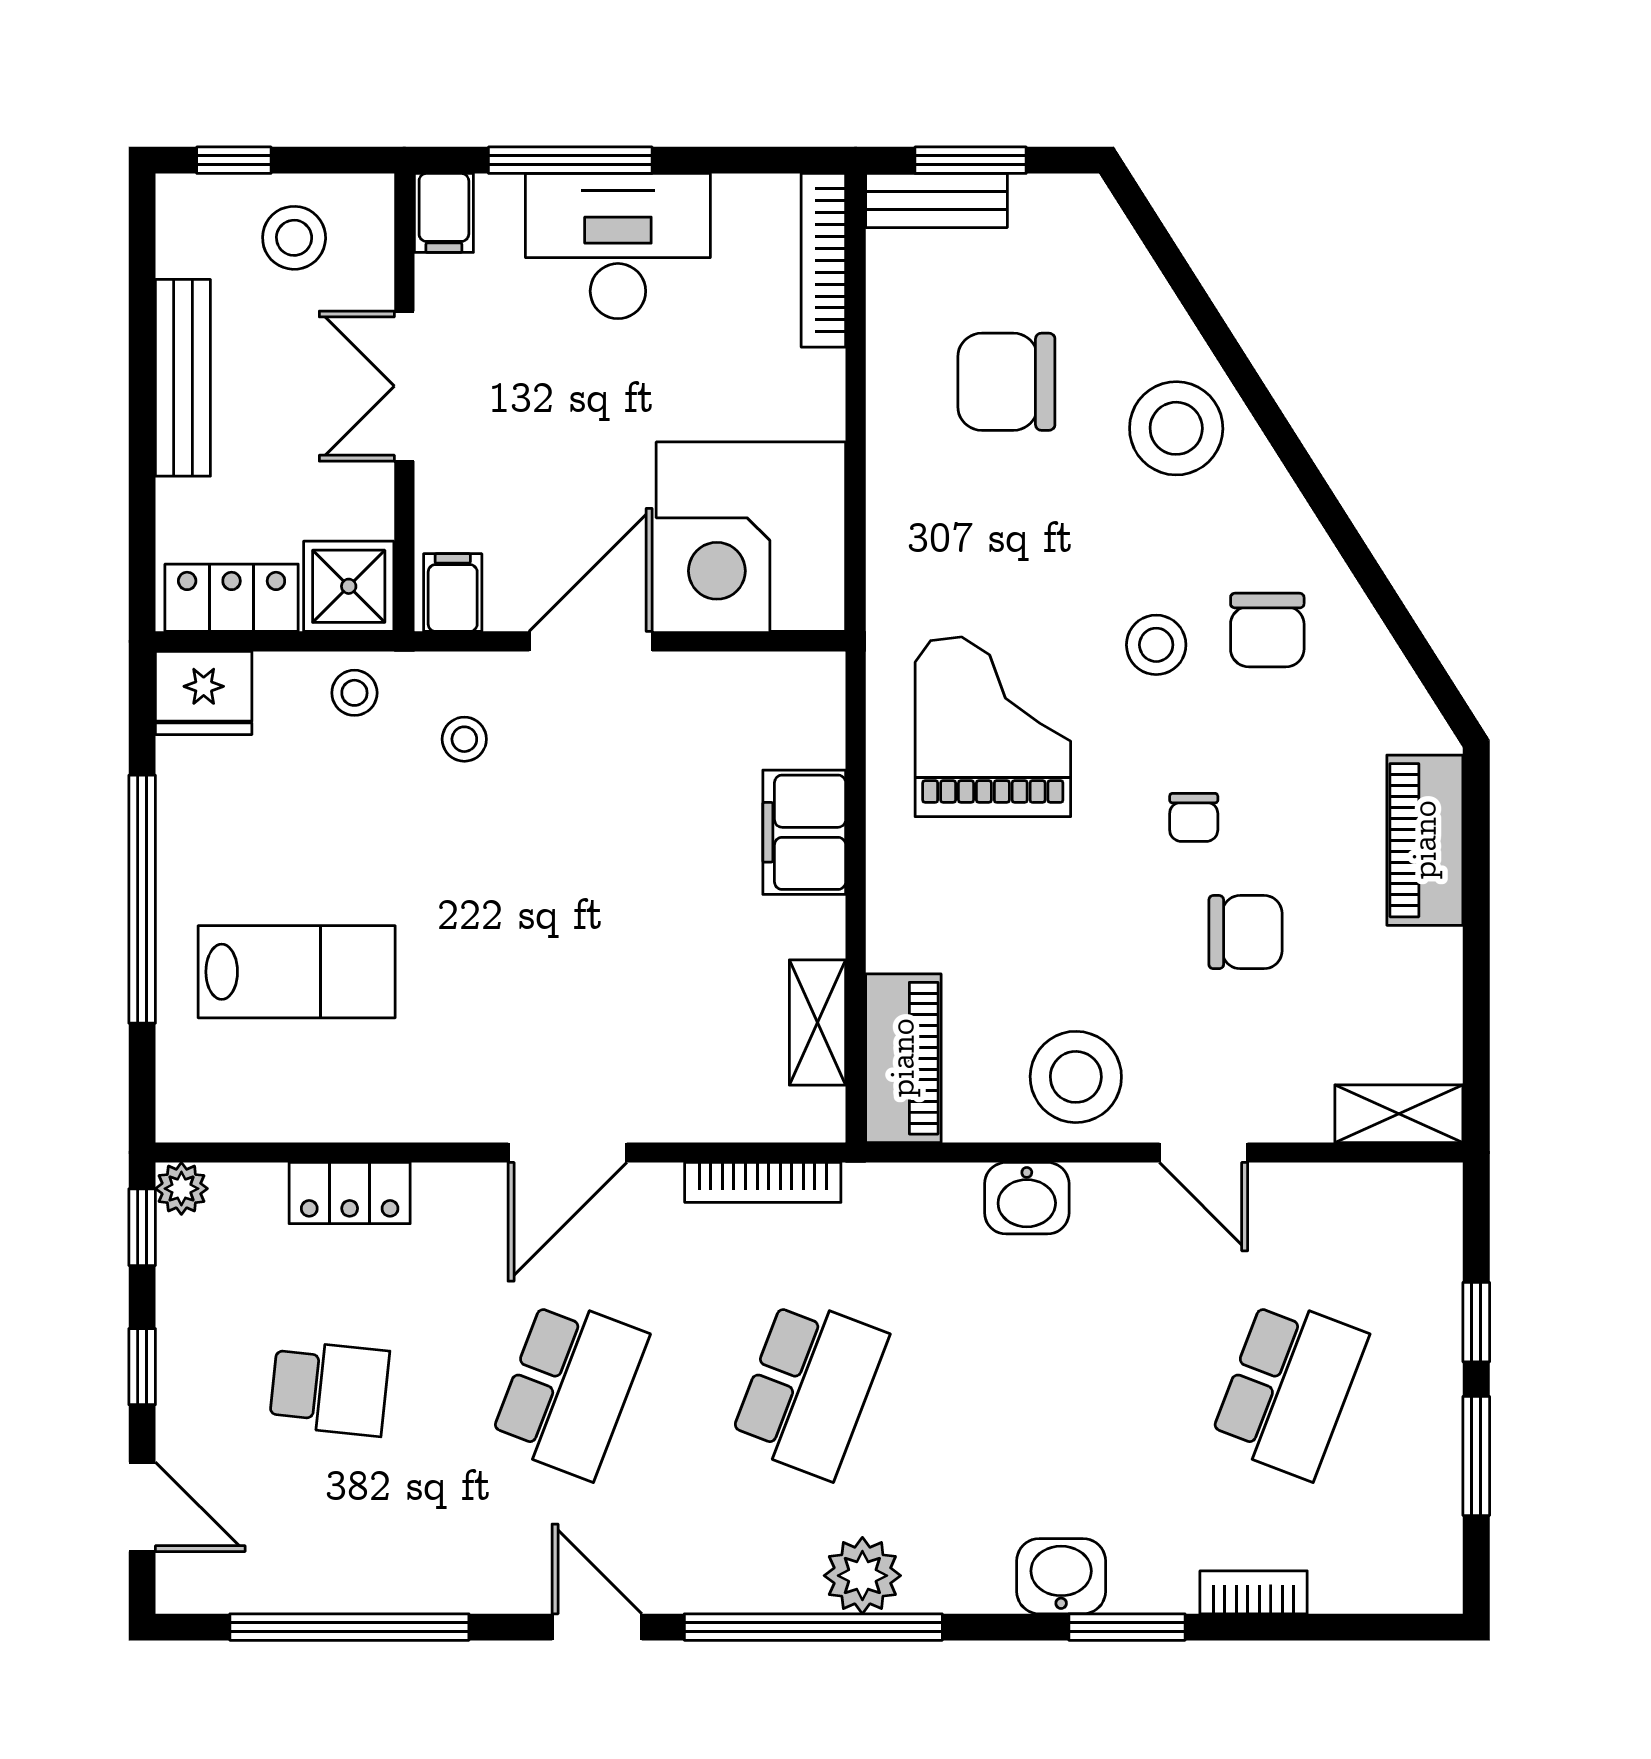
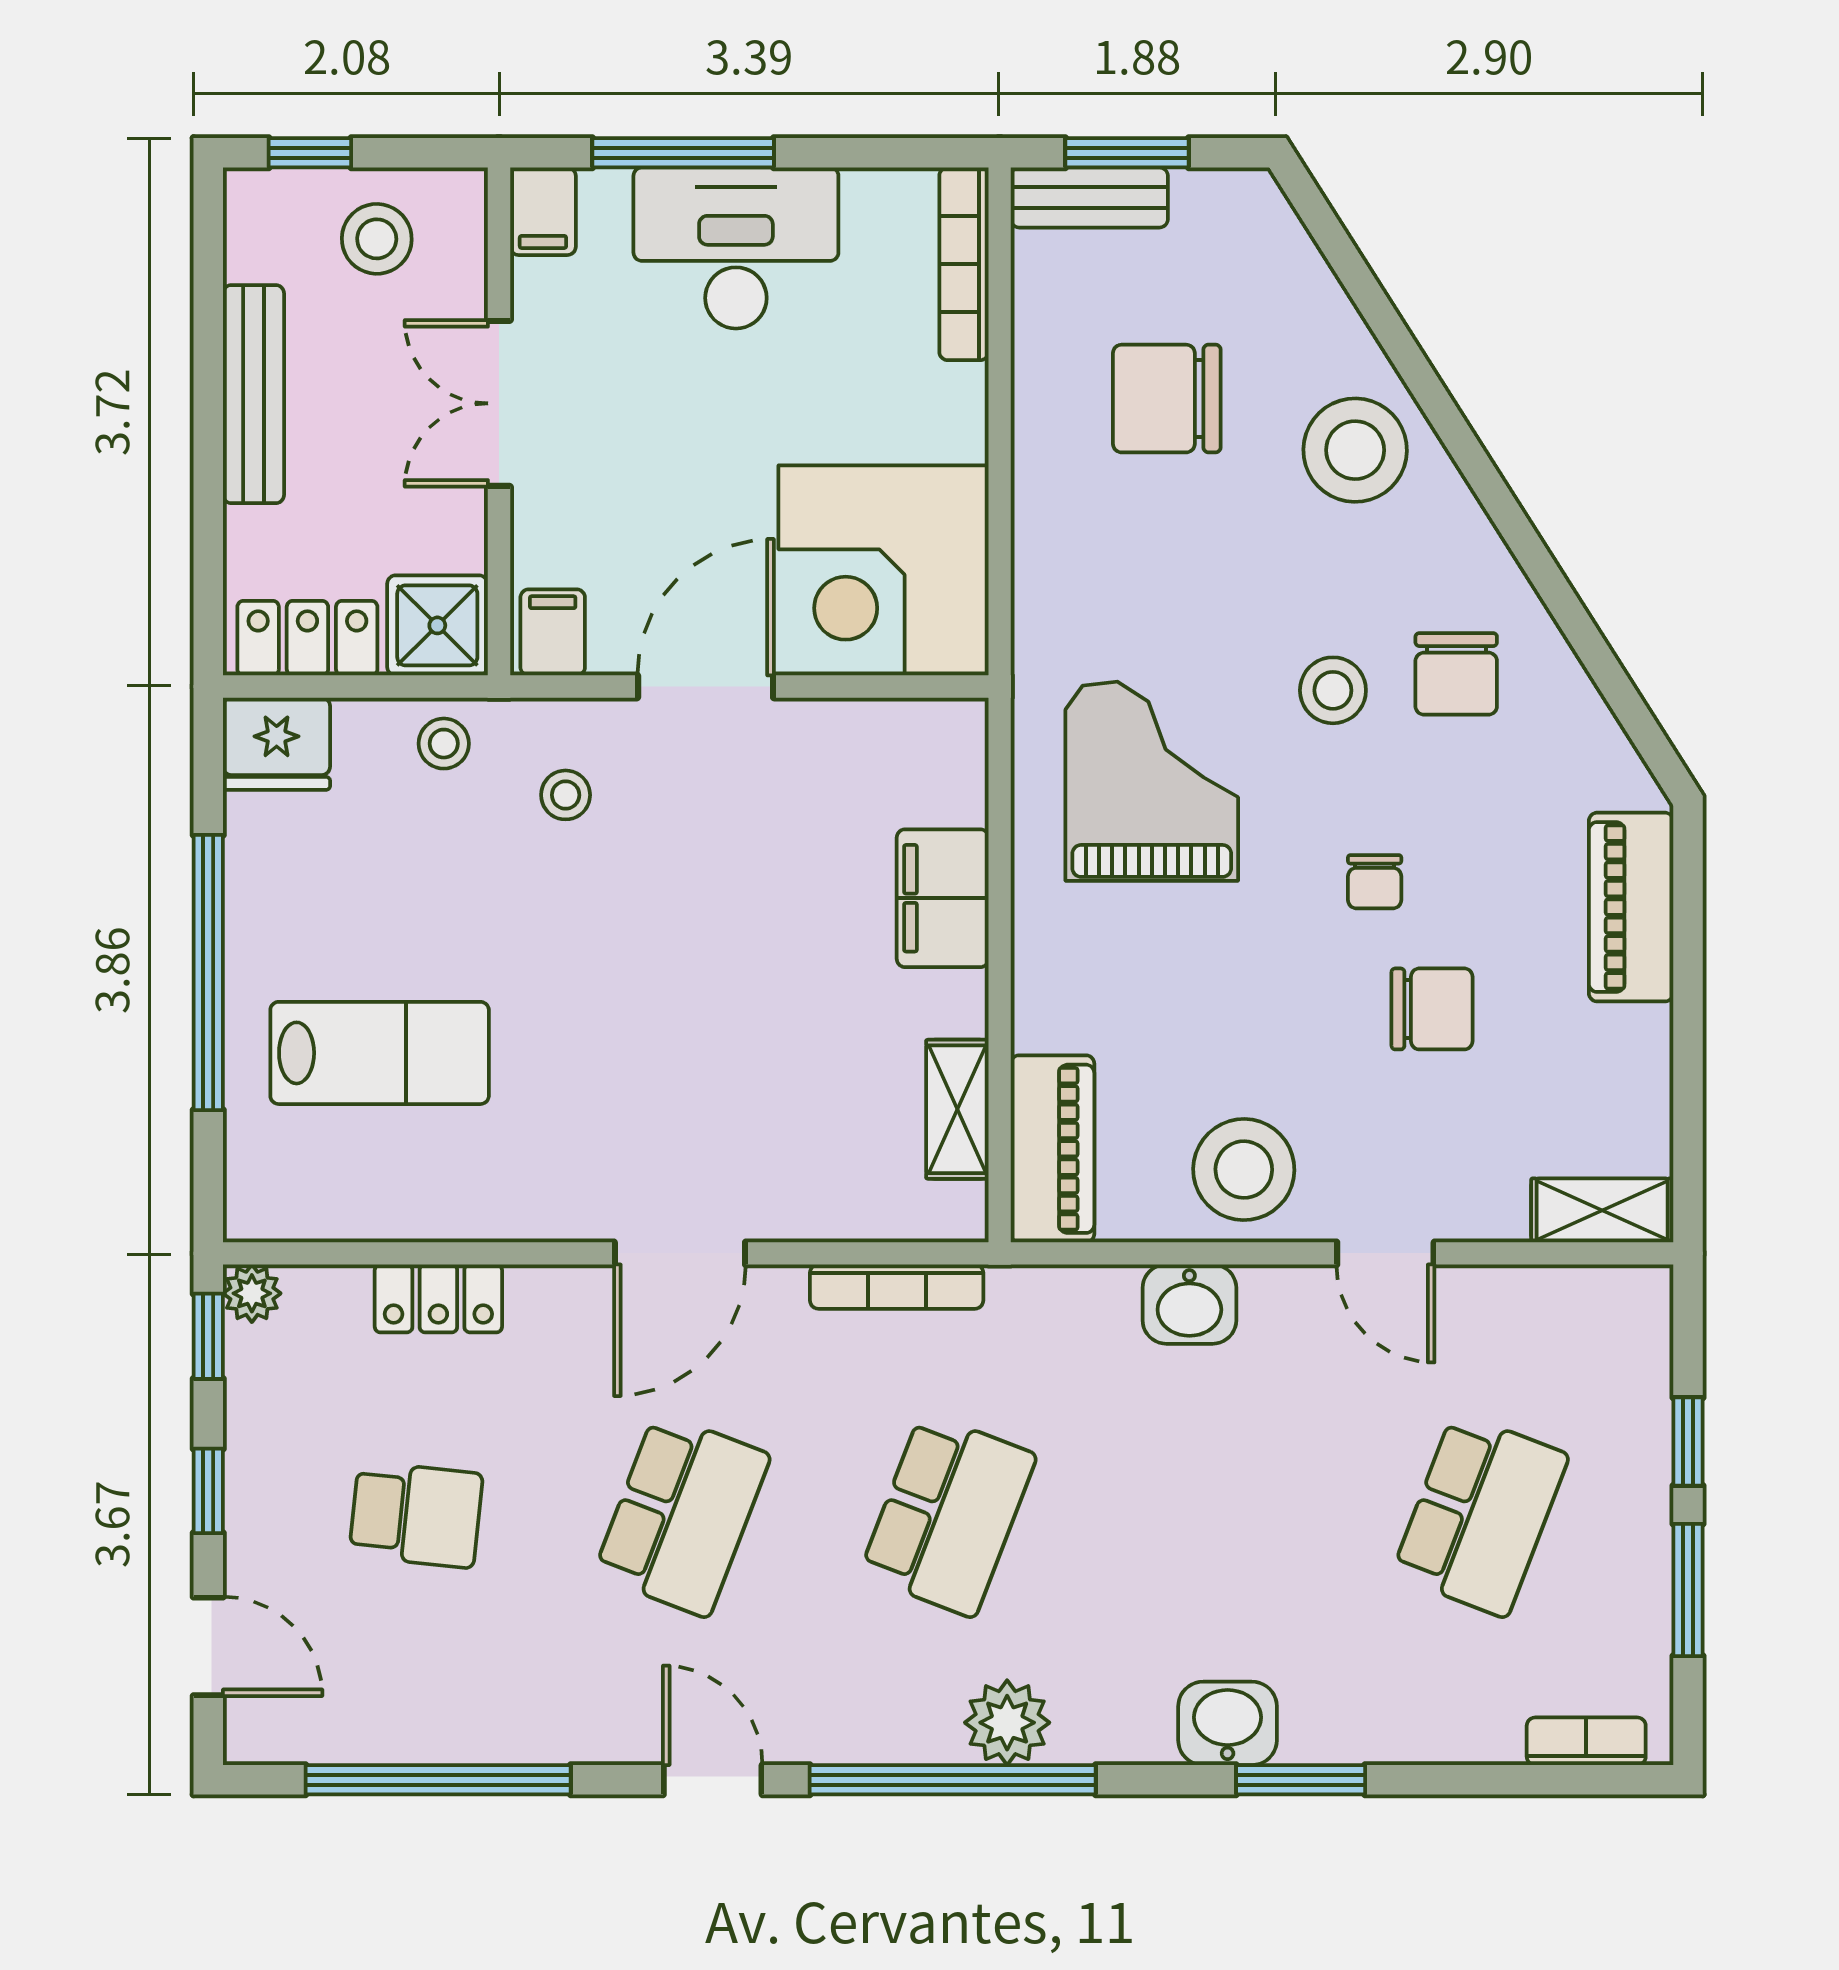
bookcase: (1254, 1592) -> (1586, 1741), moved

